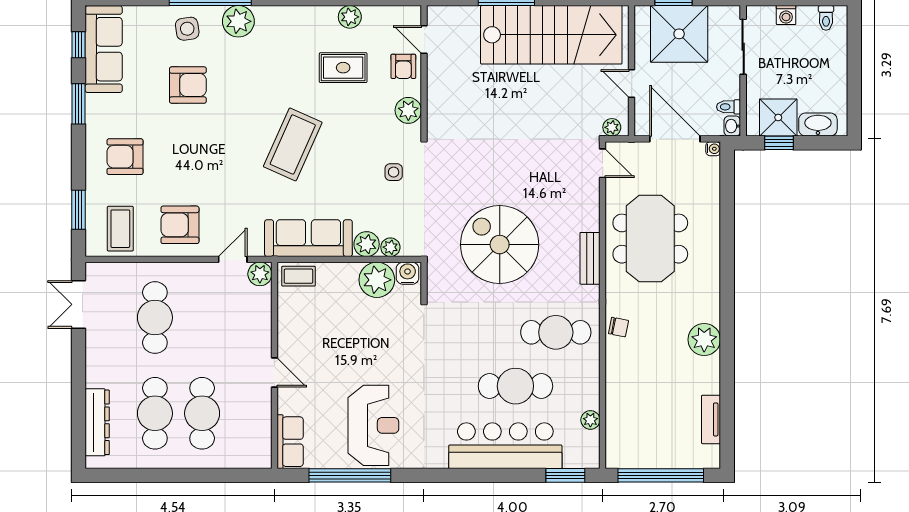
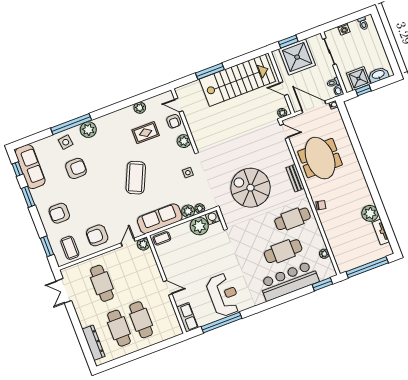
plant: (704, 340) -> (370, 213), moved

